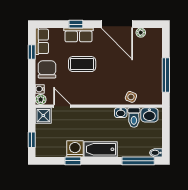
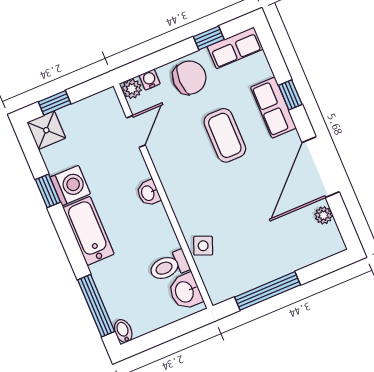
washbasin: (121, 113) -> (148, 193), moved
shower: (43, 116) -> (46, 130), moved

